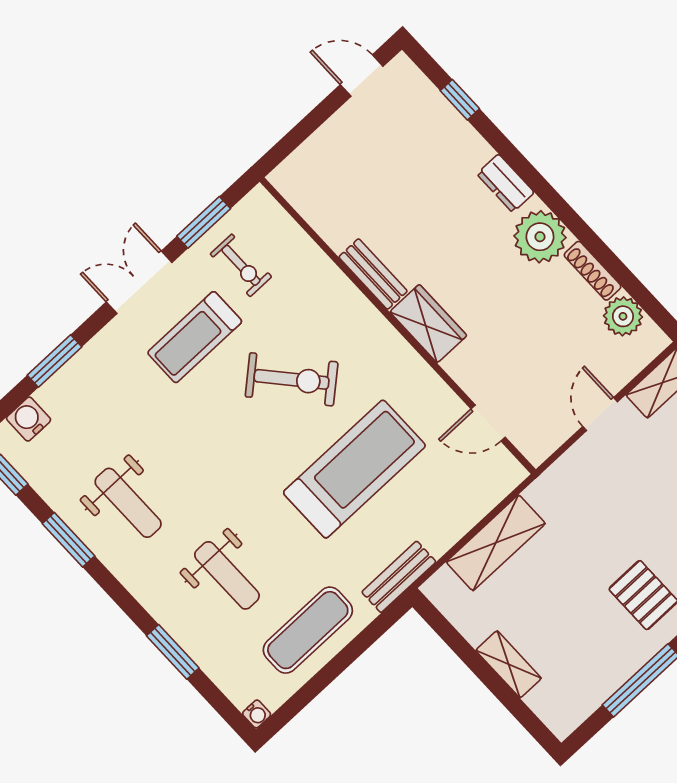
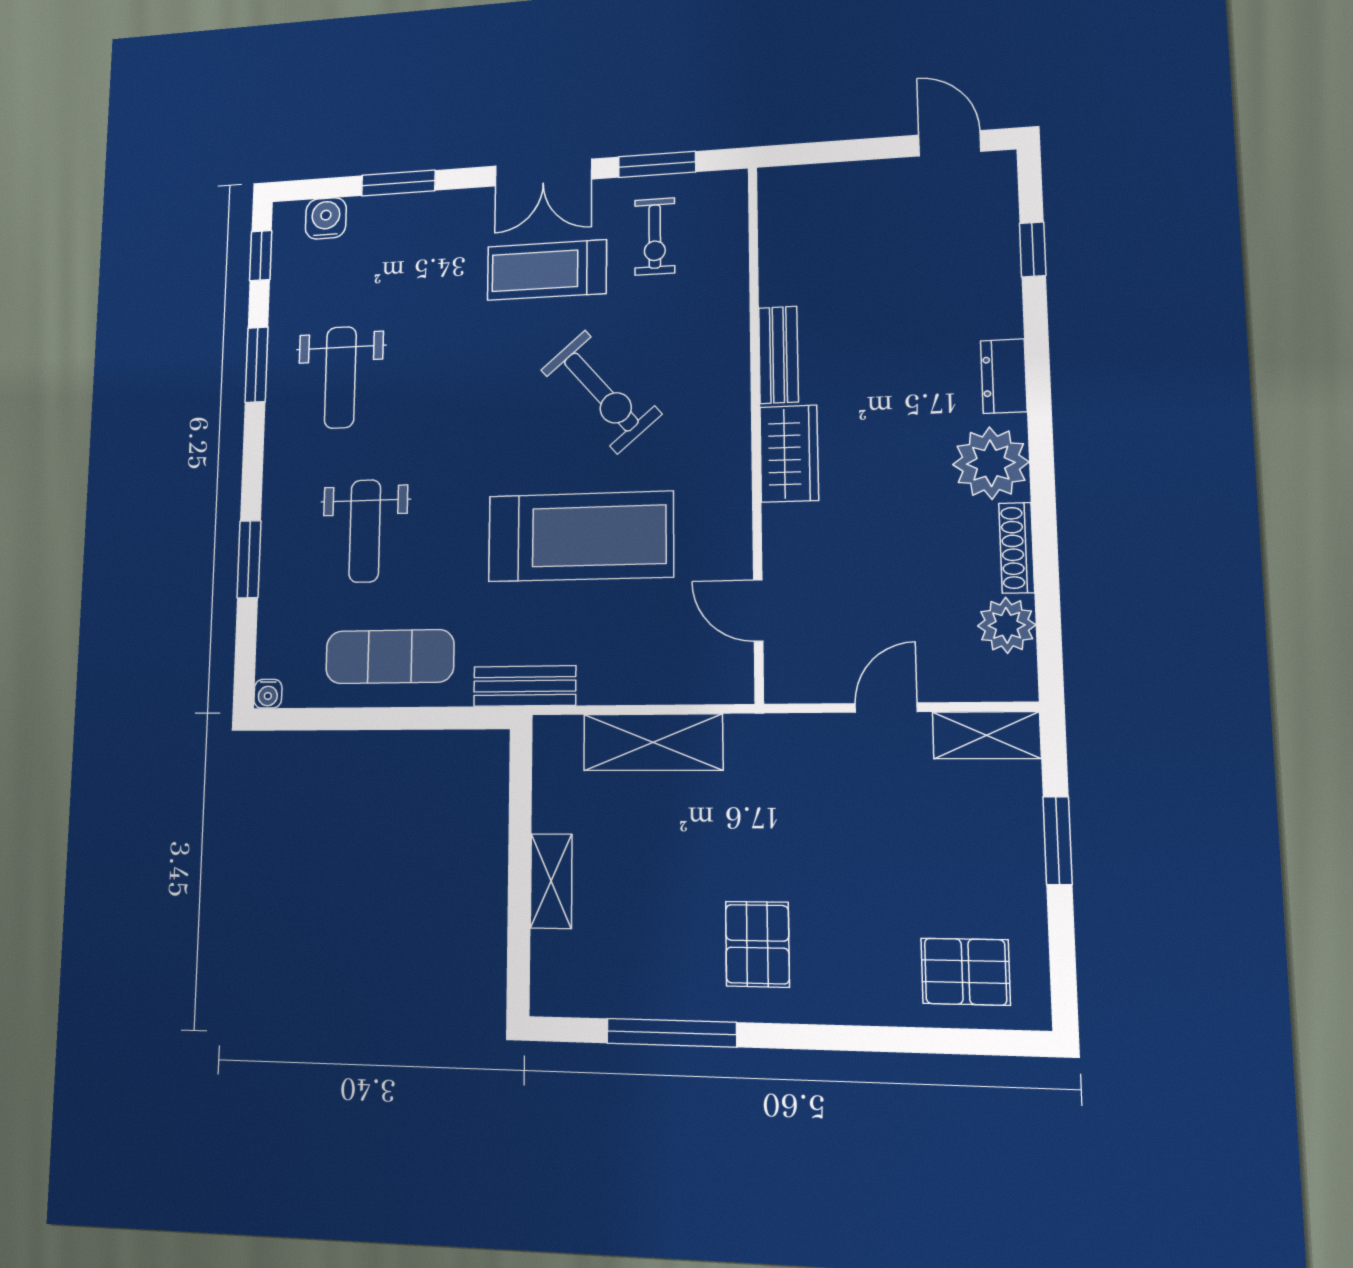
double door: (139, 282) -> (543, 173), swing flipped

